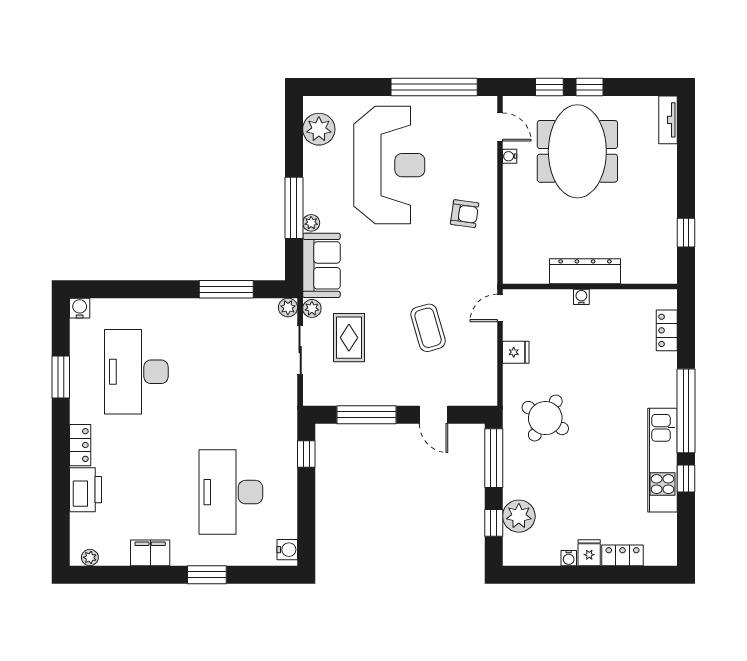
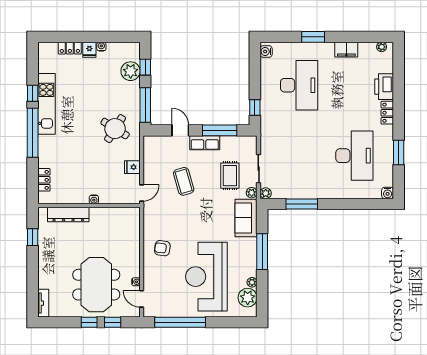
plant: (311, 223) -> (252, 282), moved
dresser: (585, 271) -> (68, 214), moved
row of seats: (392, 394) -> (205, 143), added

